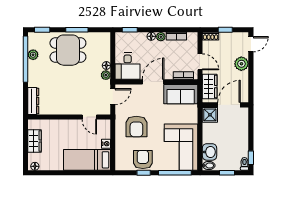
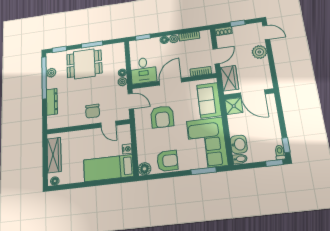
door: (251, 44) -> (266, 32), hinge flipped
door: (200, 62) -> (216, 56), hinge flipped
sofa: (181, 94) -> (209, 100), moved, turned 90
door: (113, 97) -> (131, 101), hinge flipped
dresser: (33, 101) -> (52, 102), moved
chair: (74, 102) -> (93, 111), added
door: (229, 105) -> (253, 93), swing flipped
armchair: (136, 126) -> (162, 117), moved
wardrobe: (35, 141) -> (54, 155), width x1.50
armchair: (143, 160) -> (167, 161), turned 90
floor lamp: (121, 165) -> (145, 169), added
window: (144, 173) -> (170, 175), removed
window: (175, 173) -> (204, 171), width x0.69
window: (227, 173) -> (274, 163), moved

